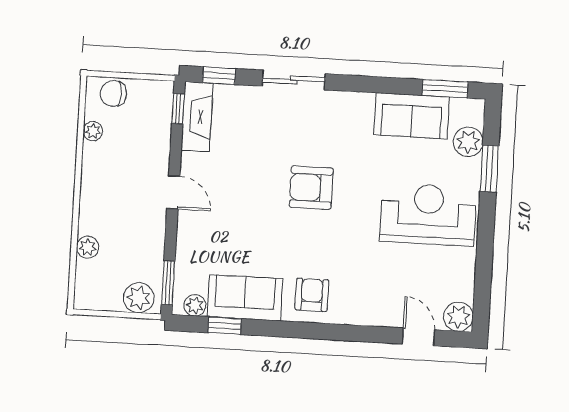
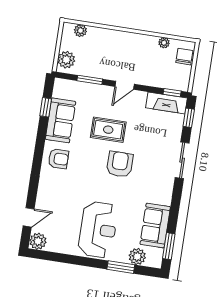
rug: (253, 213) -> (108, 130), added
plant: (88, 247) -> (80, 31), moved
window: (168, 283) -> (90, 80), moved
plant: (195, 305) -> (59, 91), removed

